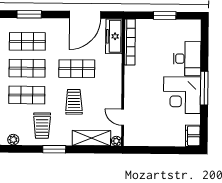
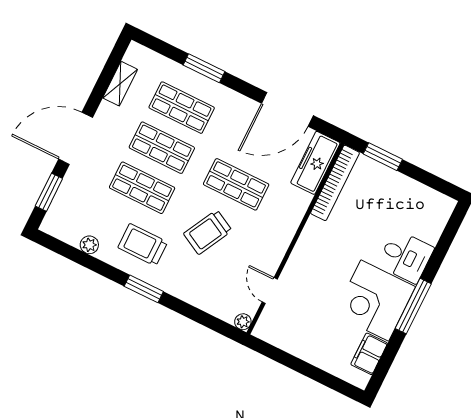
window: (165, 15) -> (383, 157), moved
desk: (187, 59) -> (406, 256), width x0.73
trolley: (74, 102) -> (208, 232), turned -151
trolley: (42, 126) -> (143, 245), turned 90
filing cabinet: (193, 136) -> (369, 354), moved
shelving: (91, 138) -> (208, 299), removed

